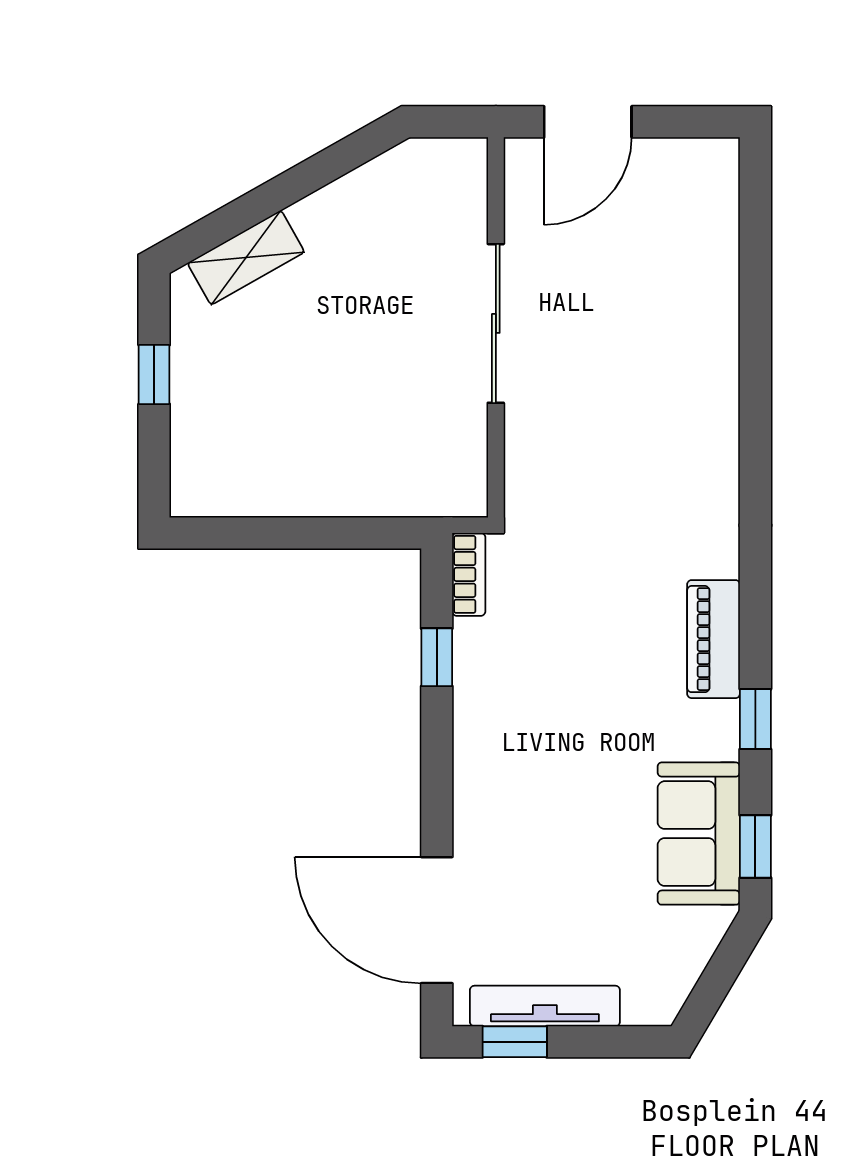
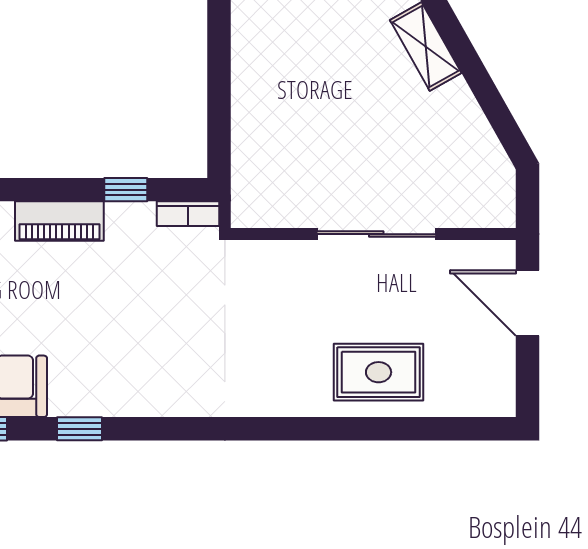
rug: (680, 320) -> (379, 372), added
piano: (714, 639) -> (59, 221), moved, turned 180

